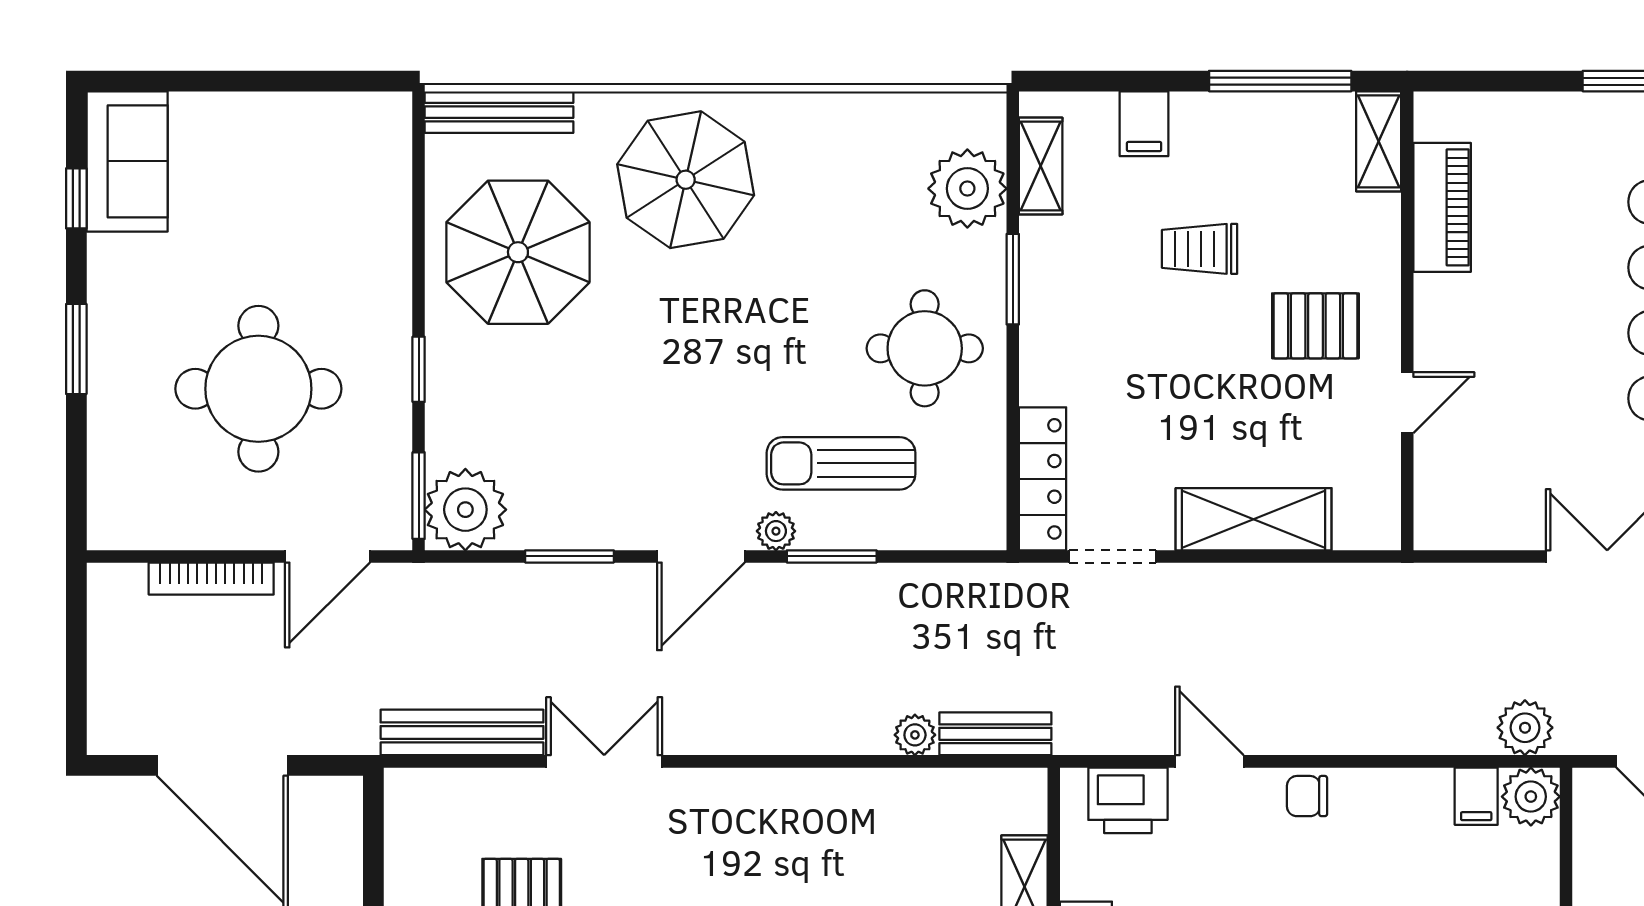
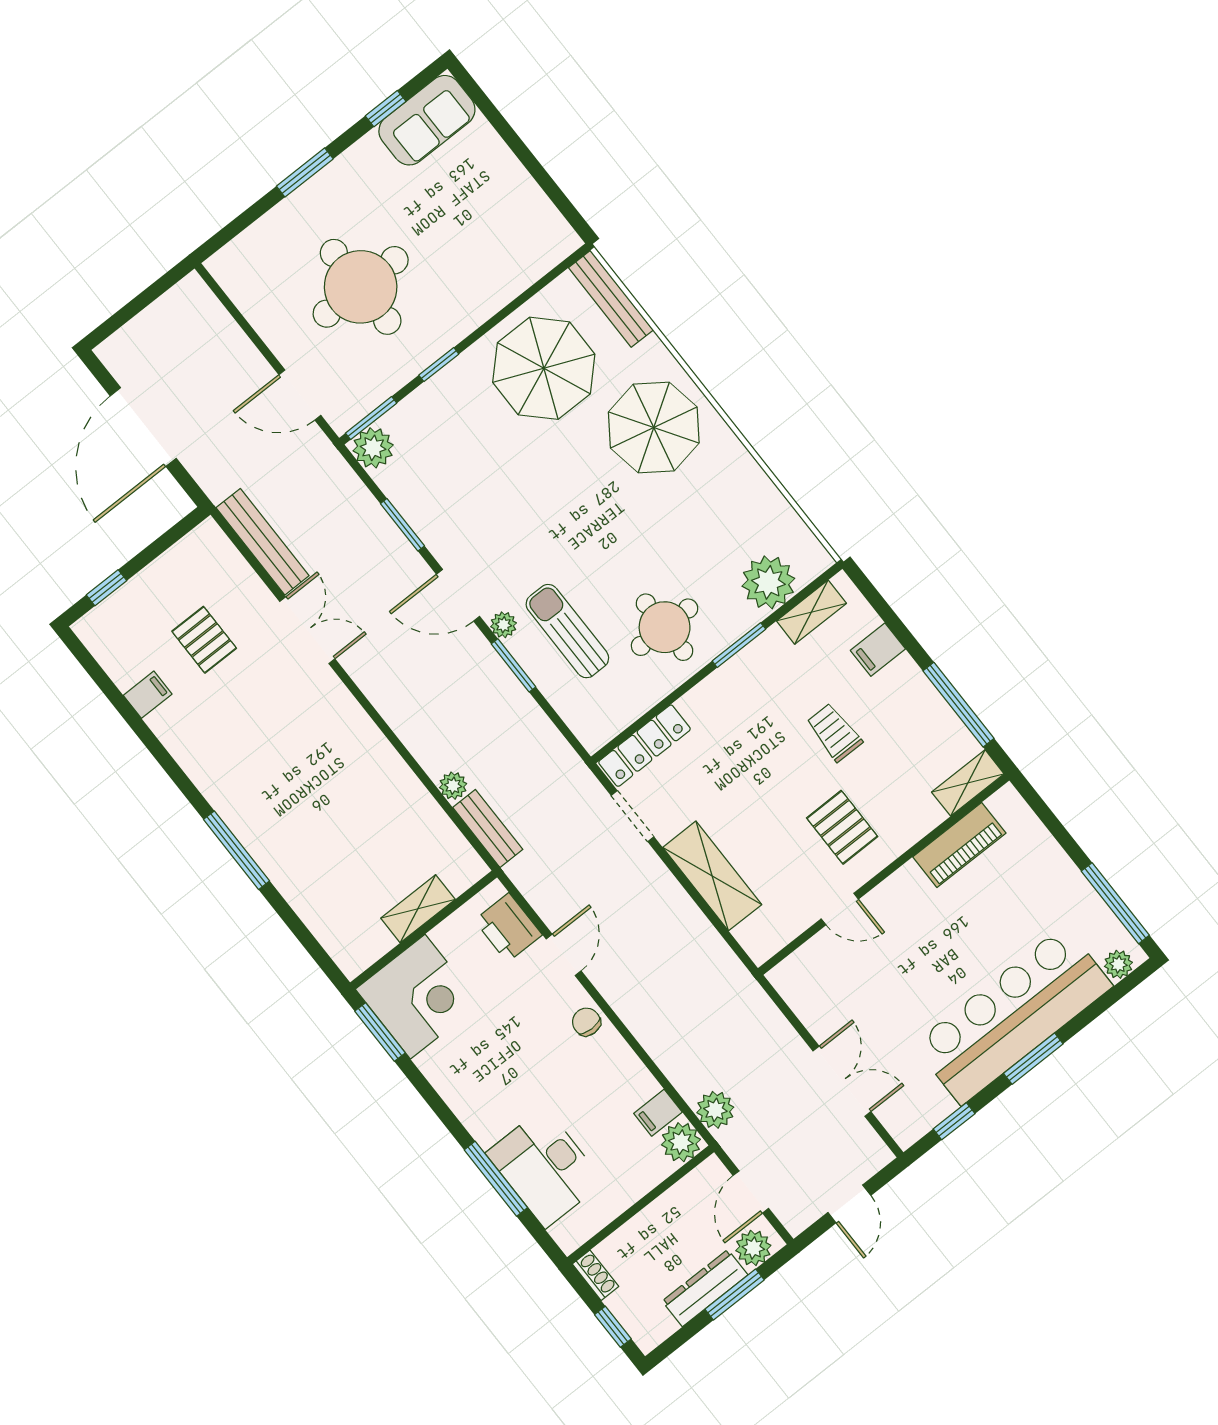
plant: (465, 510) -> (373, 448), width x0.73, depth x0.73
bookcase: (211, 579) -> (239, 342), removed

